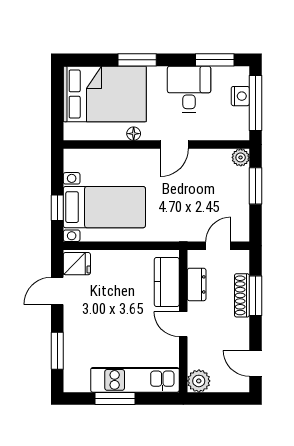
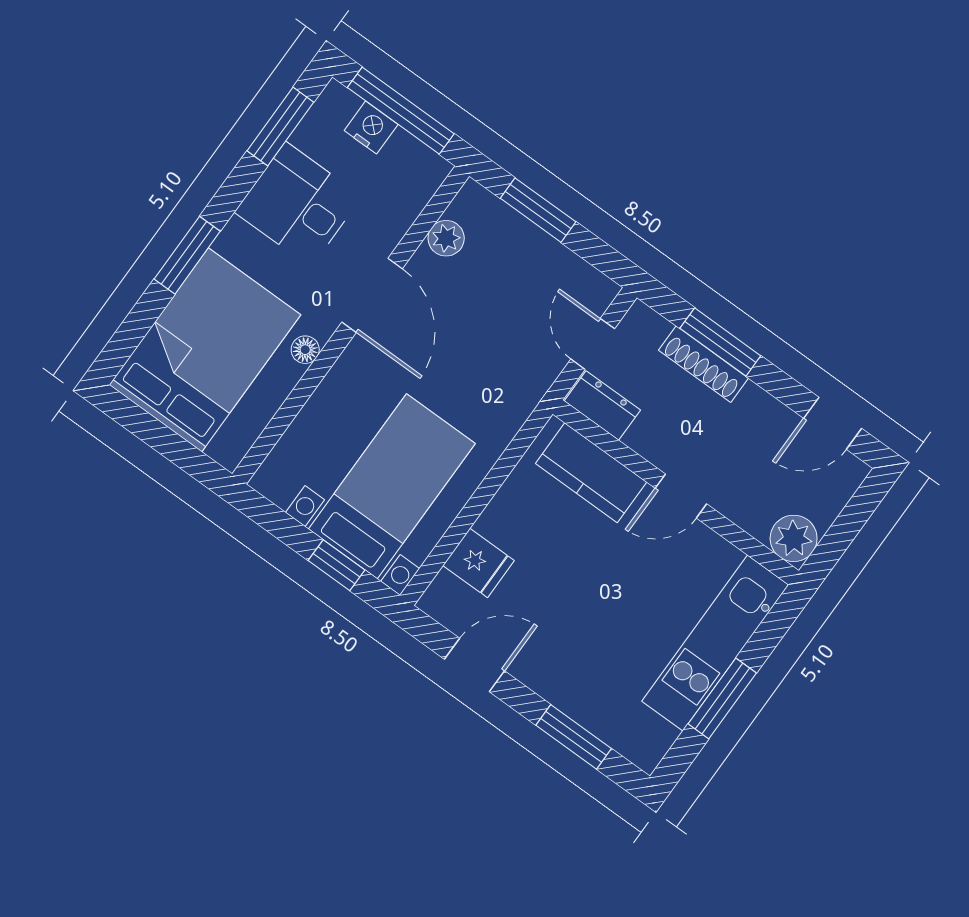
door: (174, 145) -> (372, 295), width x1.38
plant: (241, 157) -> (446, 238), moved
fridge: (77, 264) -> (479, 563), moved, turned 90
dresser: (197, 284) -> (602, 405), moved
door: (57, 291) -> (475, 665), swing flipped

